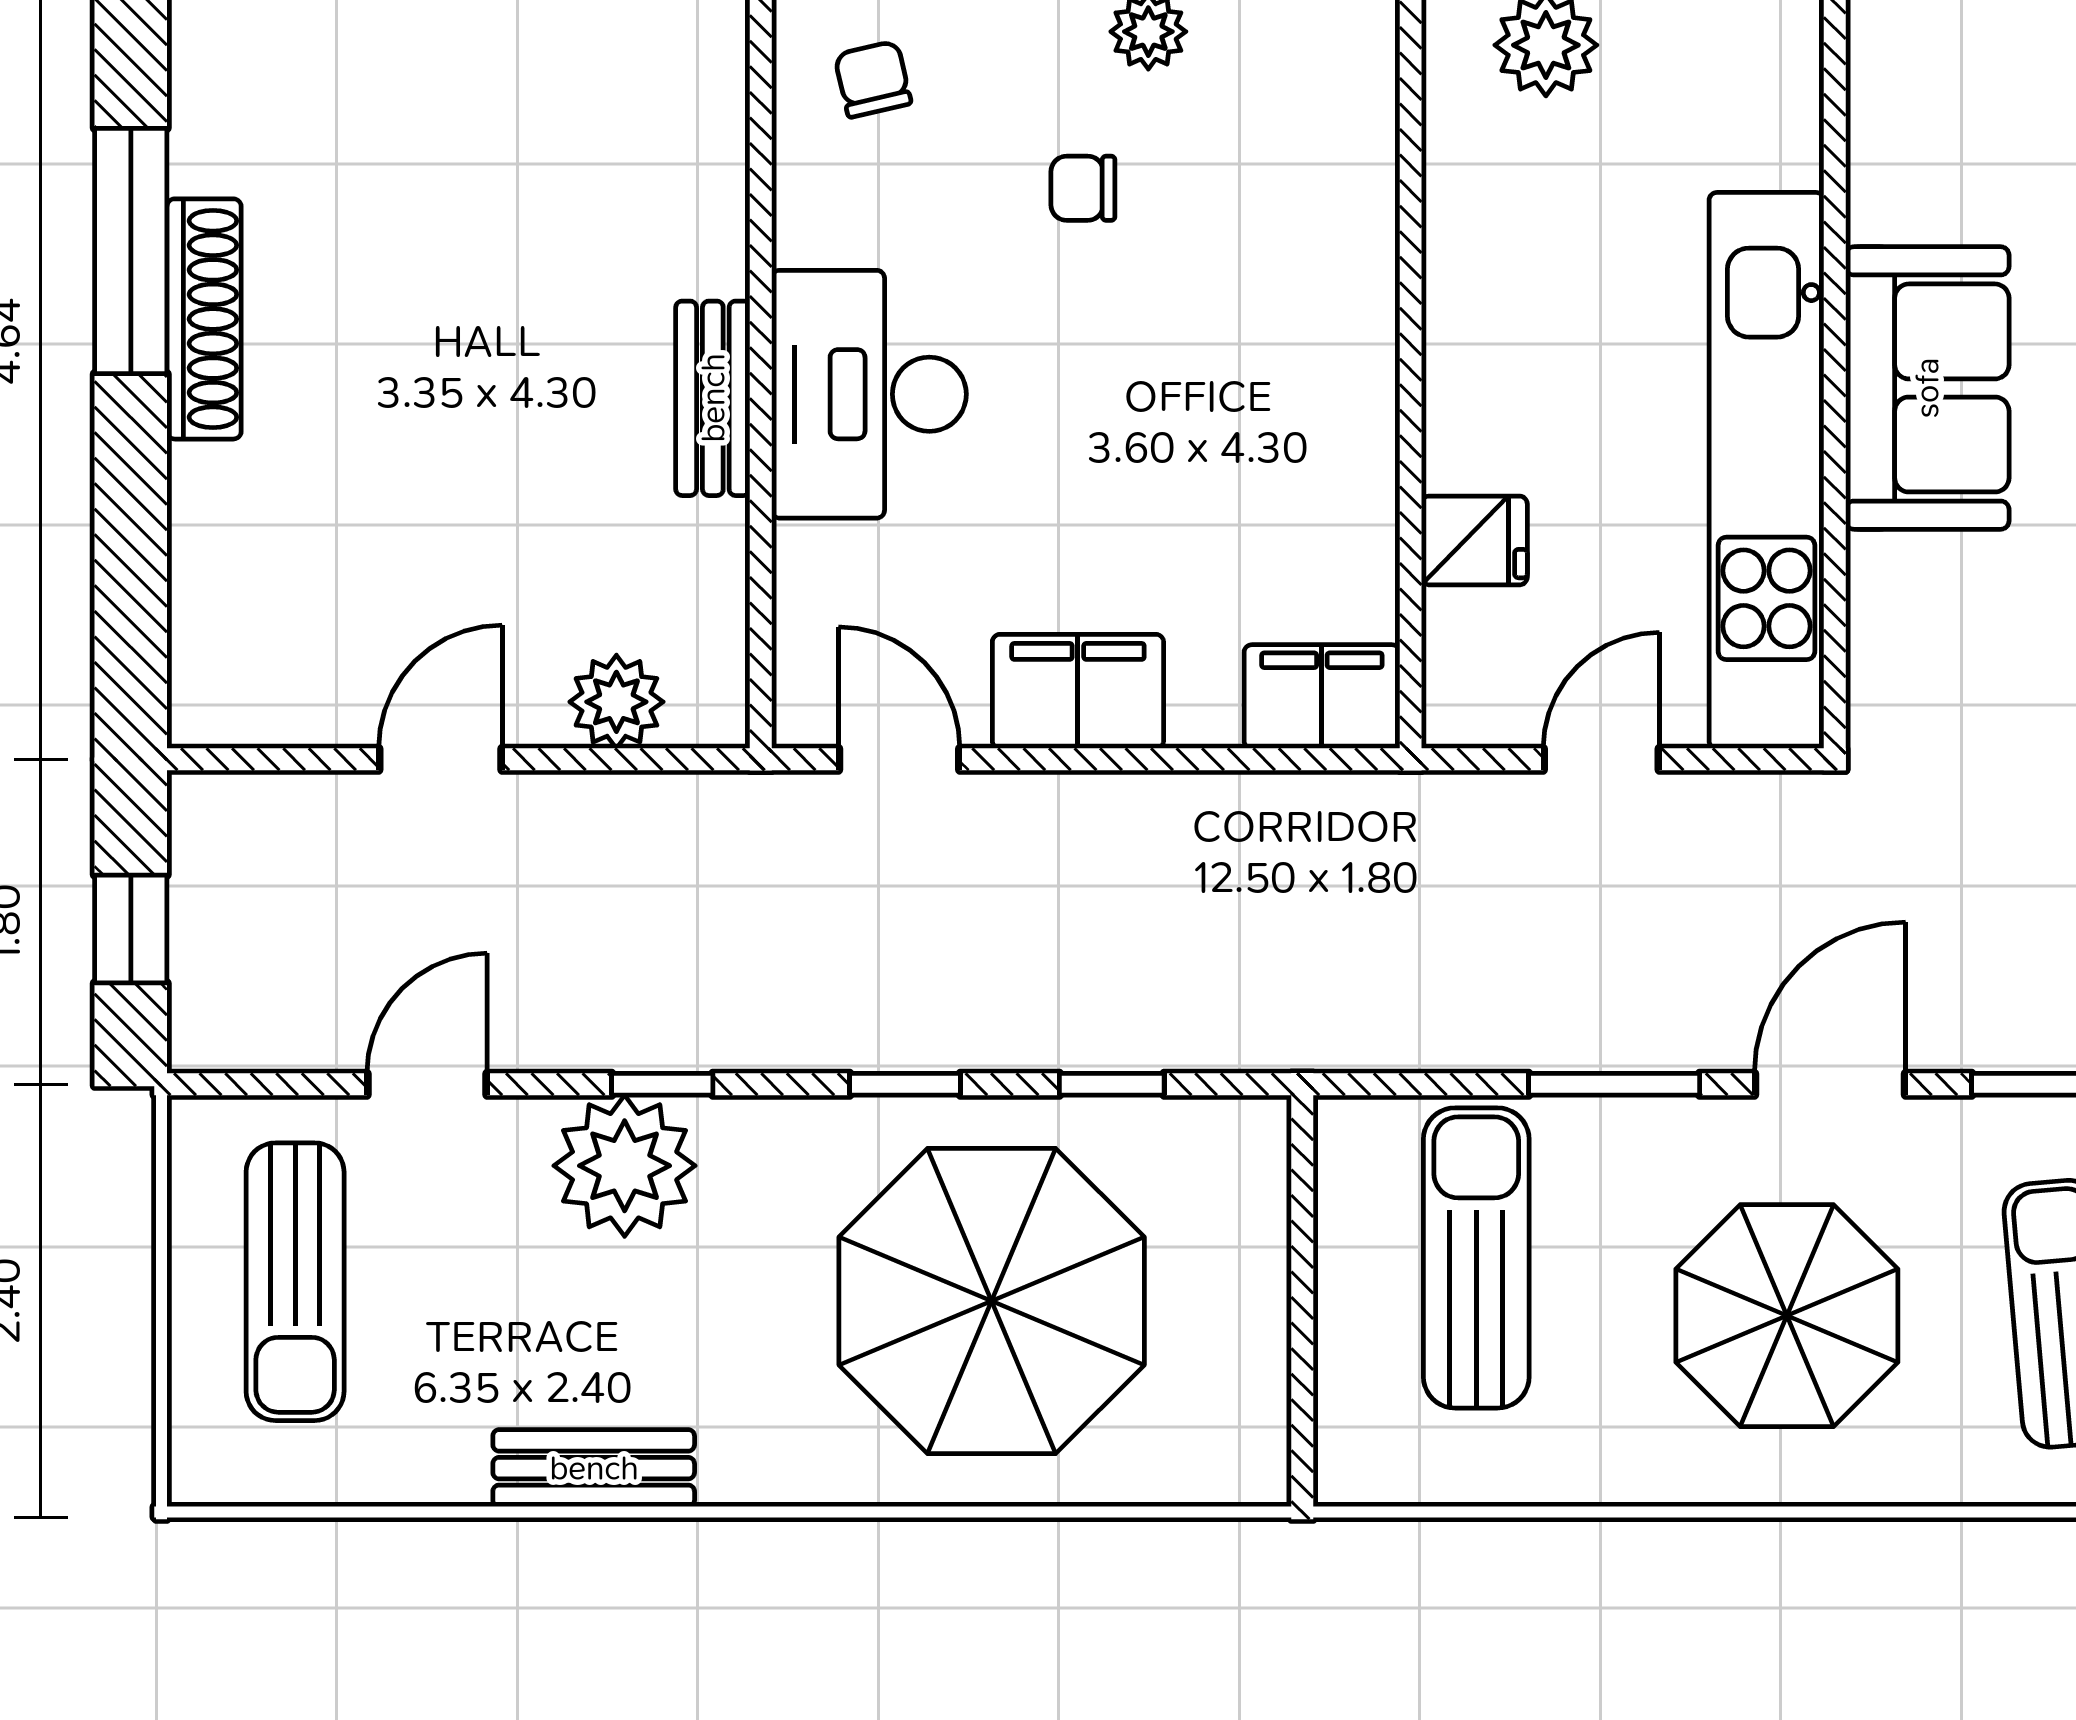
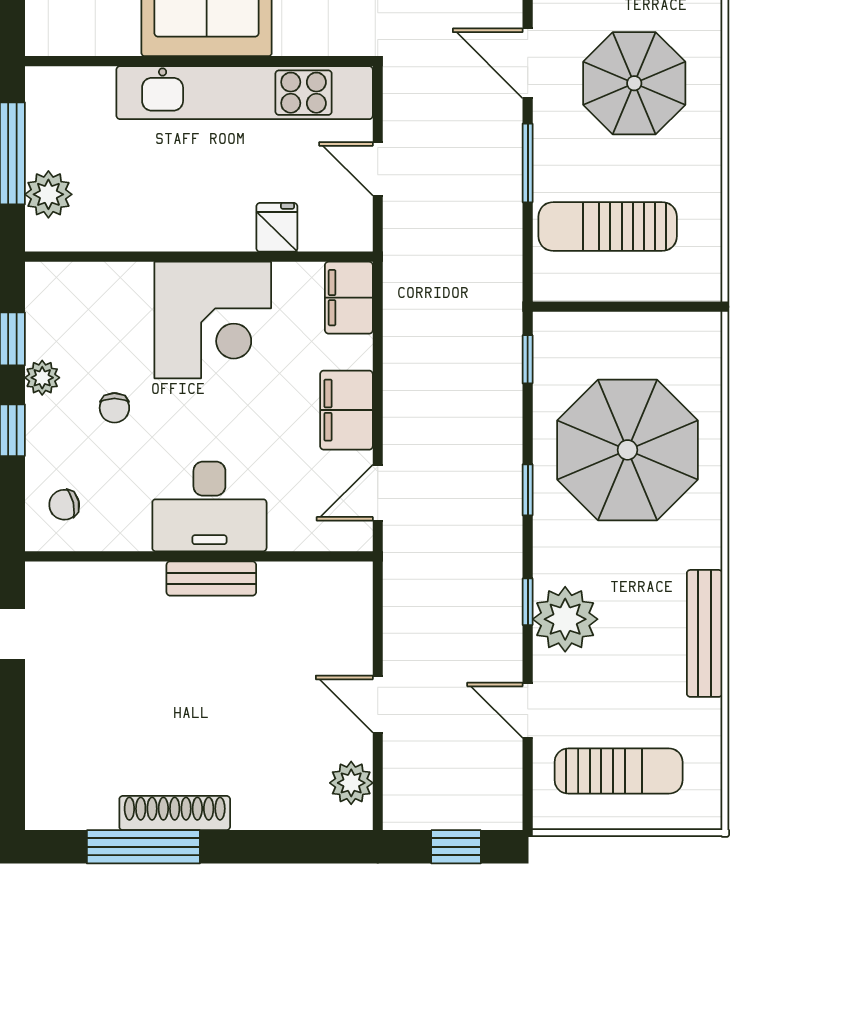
corner desk: (1273, 401) -> (213, 320), added
plant: (616, 702) -> (351, 783), moved
window: (1112, 1084) -> (528, 359), moved
bench: (594, 1468) -> (705, 633), width x1.36

